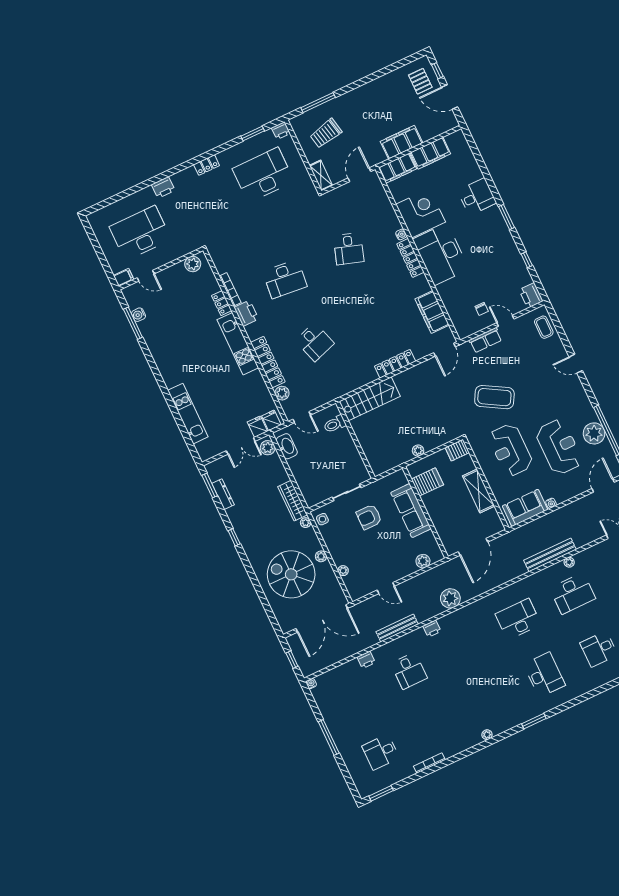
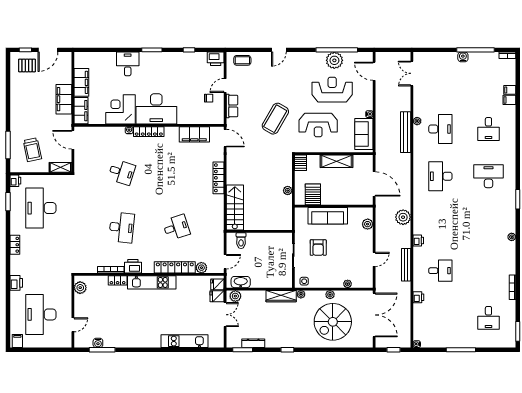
filing cabinet: (124, 277) -> (17, 341), moved

